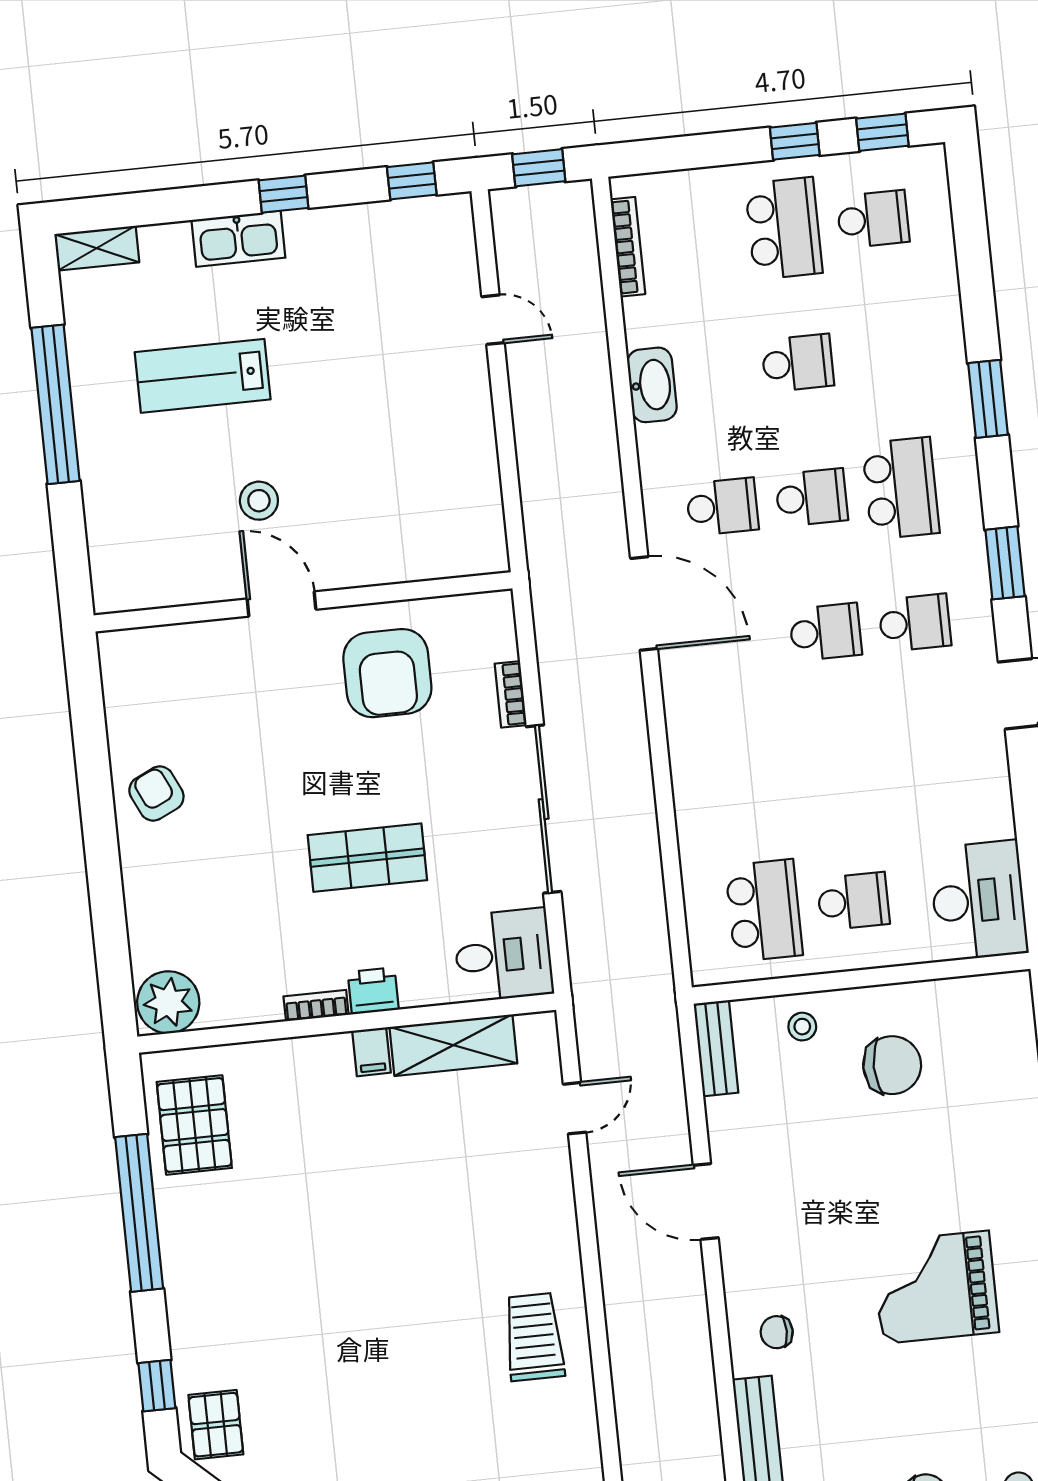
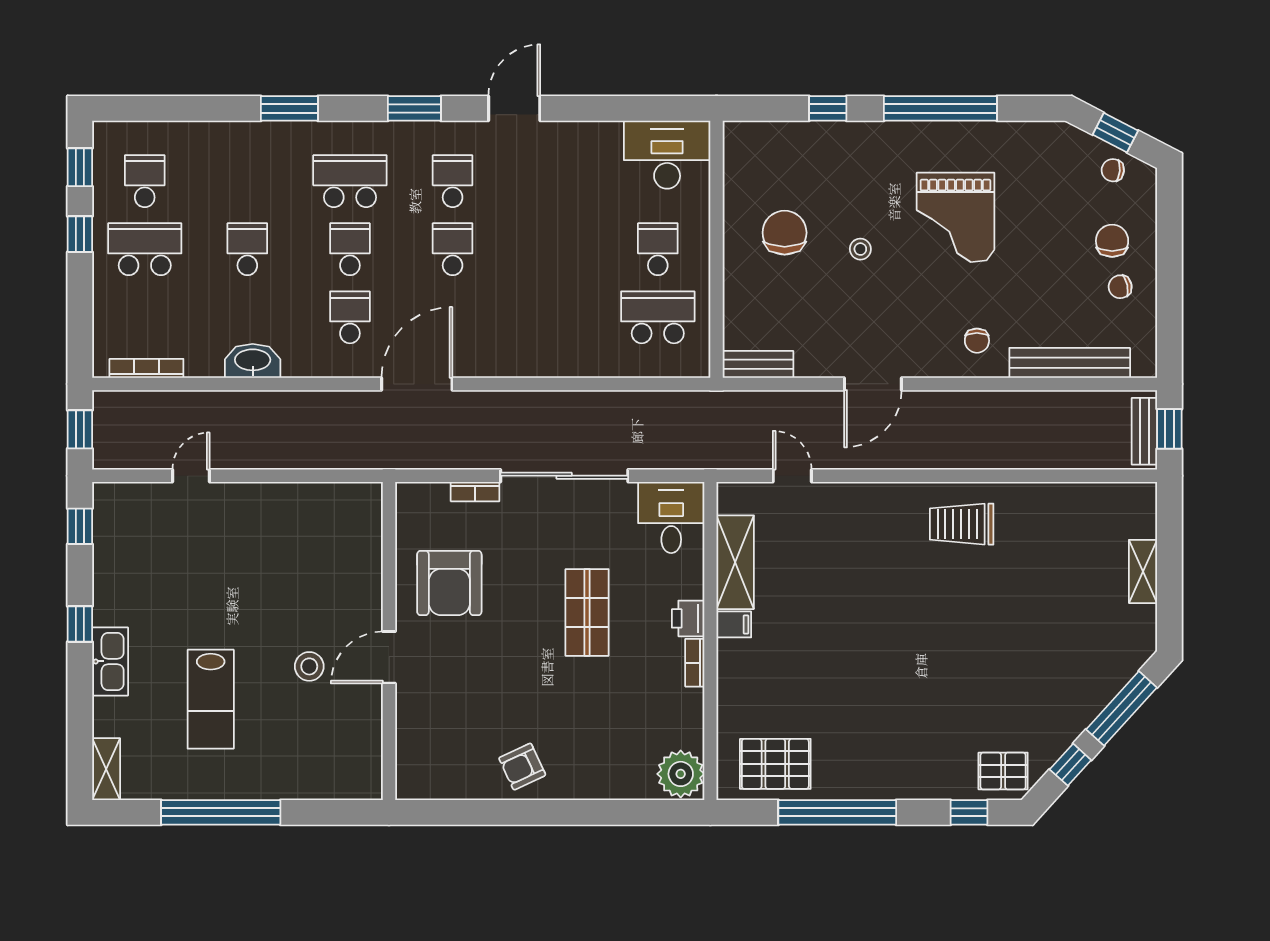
armchair: (387, 673) -> (449, 583), turned 90
stool: (802, 1027) -> (860, 249), moved

